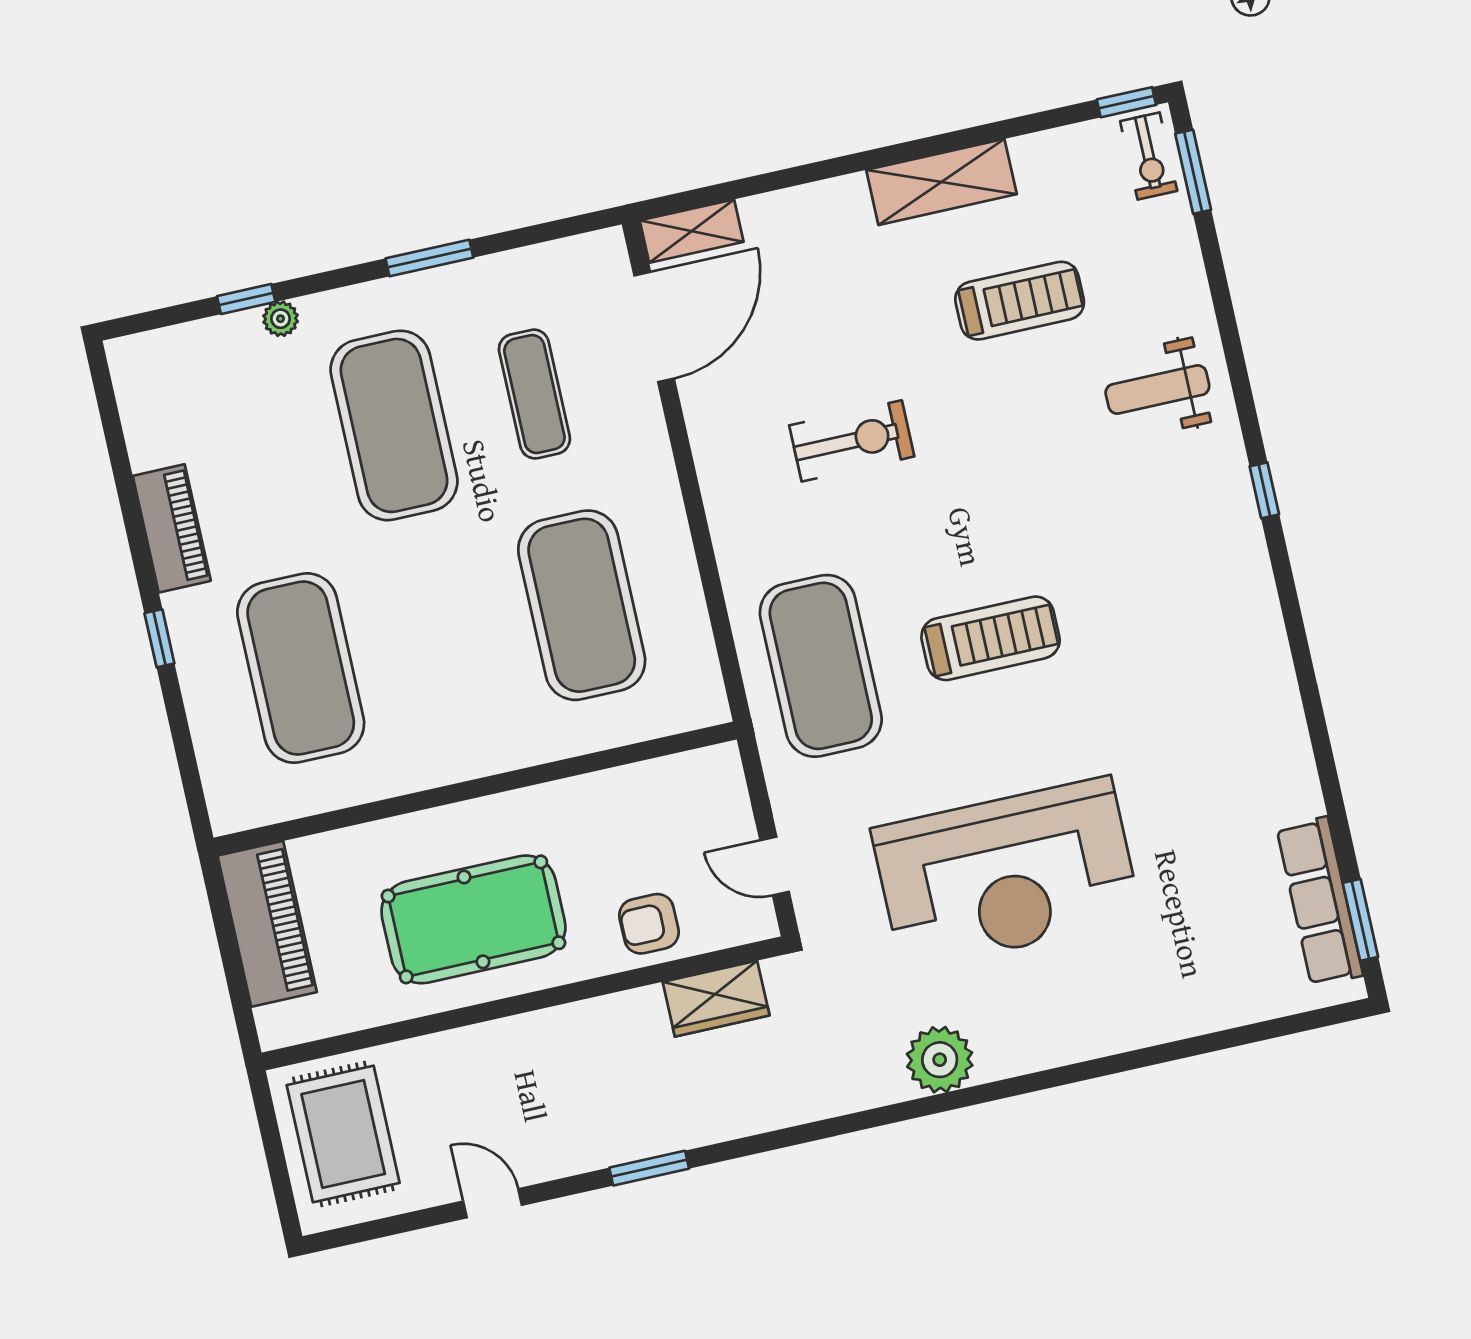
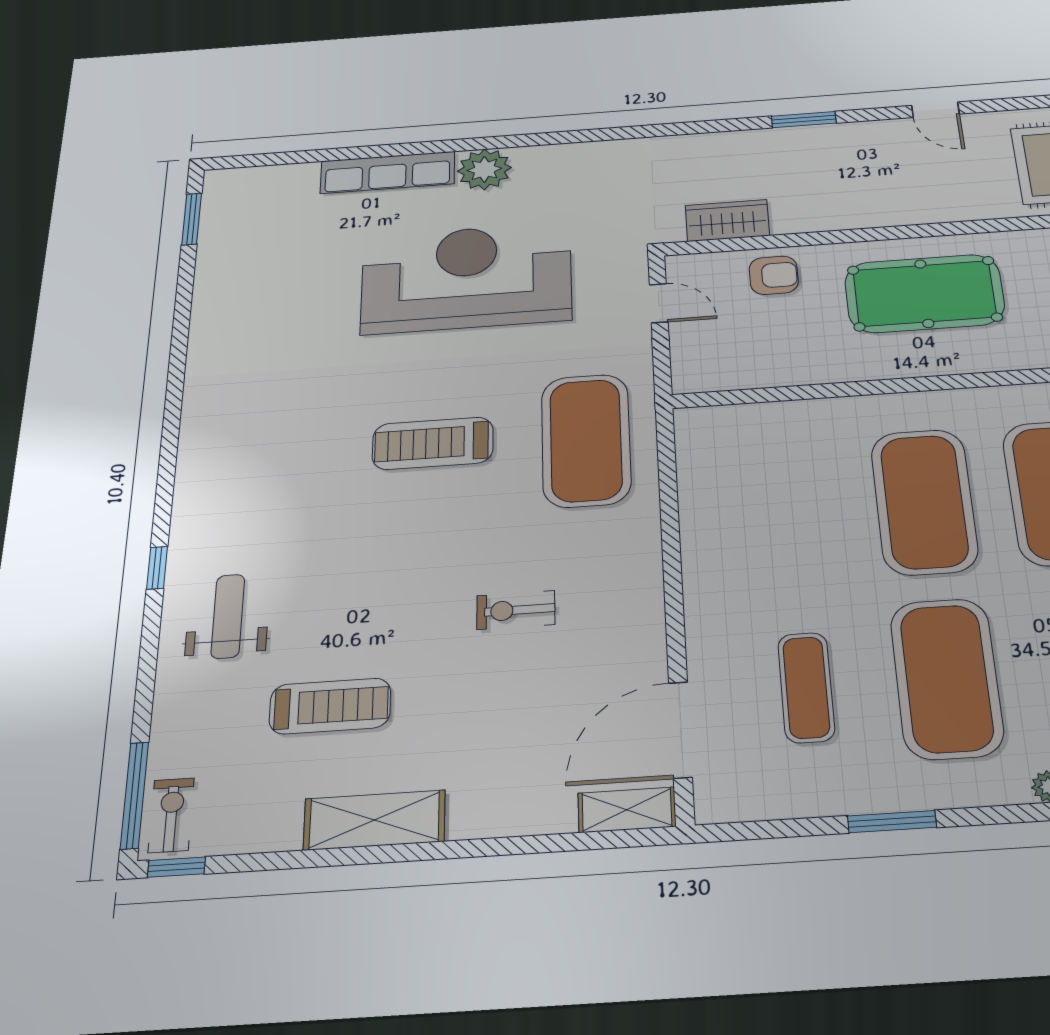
window: (1193, 172) -> (134, 795), width x1.44
treadmill: (1020, 301) -> (330, 706), turned 180
weight bench: (1157, 390) -> (228, 616), turned -90
exercise bike: (852, 441) -> (516, 610), width x0.73, depth x0.72
window: (1264, 490) -> (157, 568), moved
exercise mat: (582, 605) -> (924, 501), moved
row of seats: (1320, 901) -> (388, 172), moved, turned 90
plant: (940, 1060) -> (484, 169), moved

